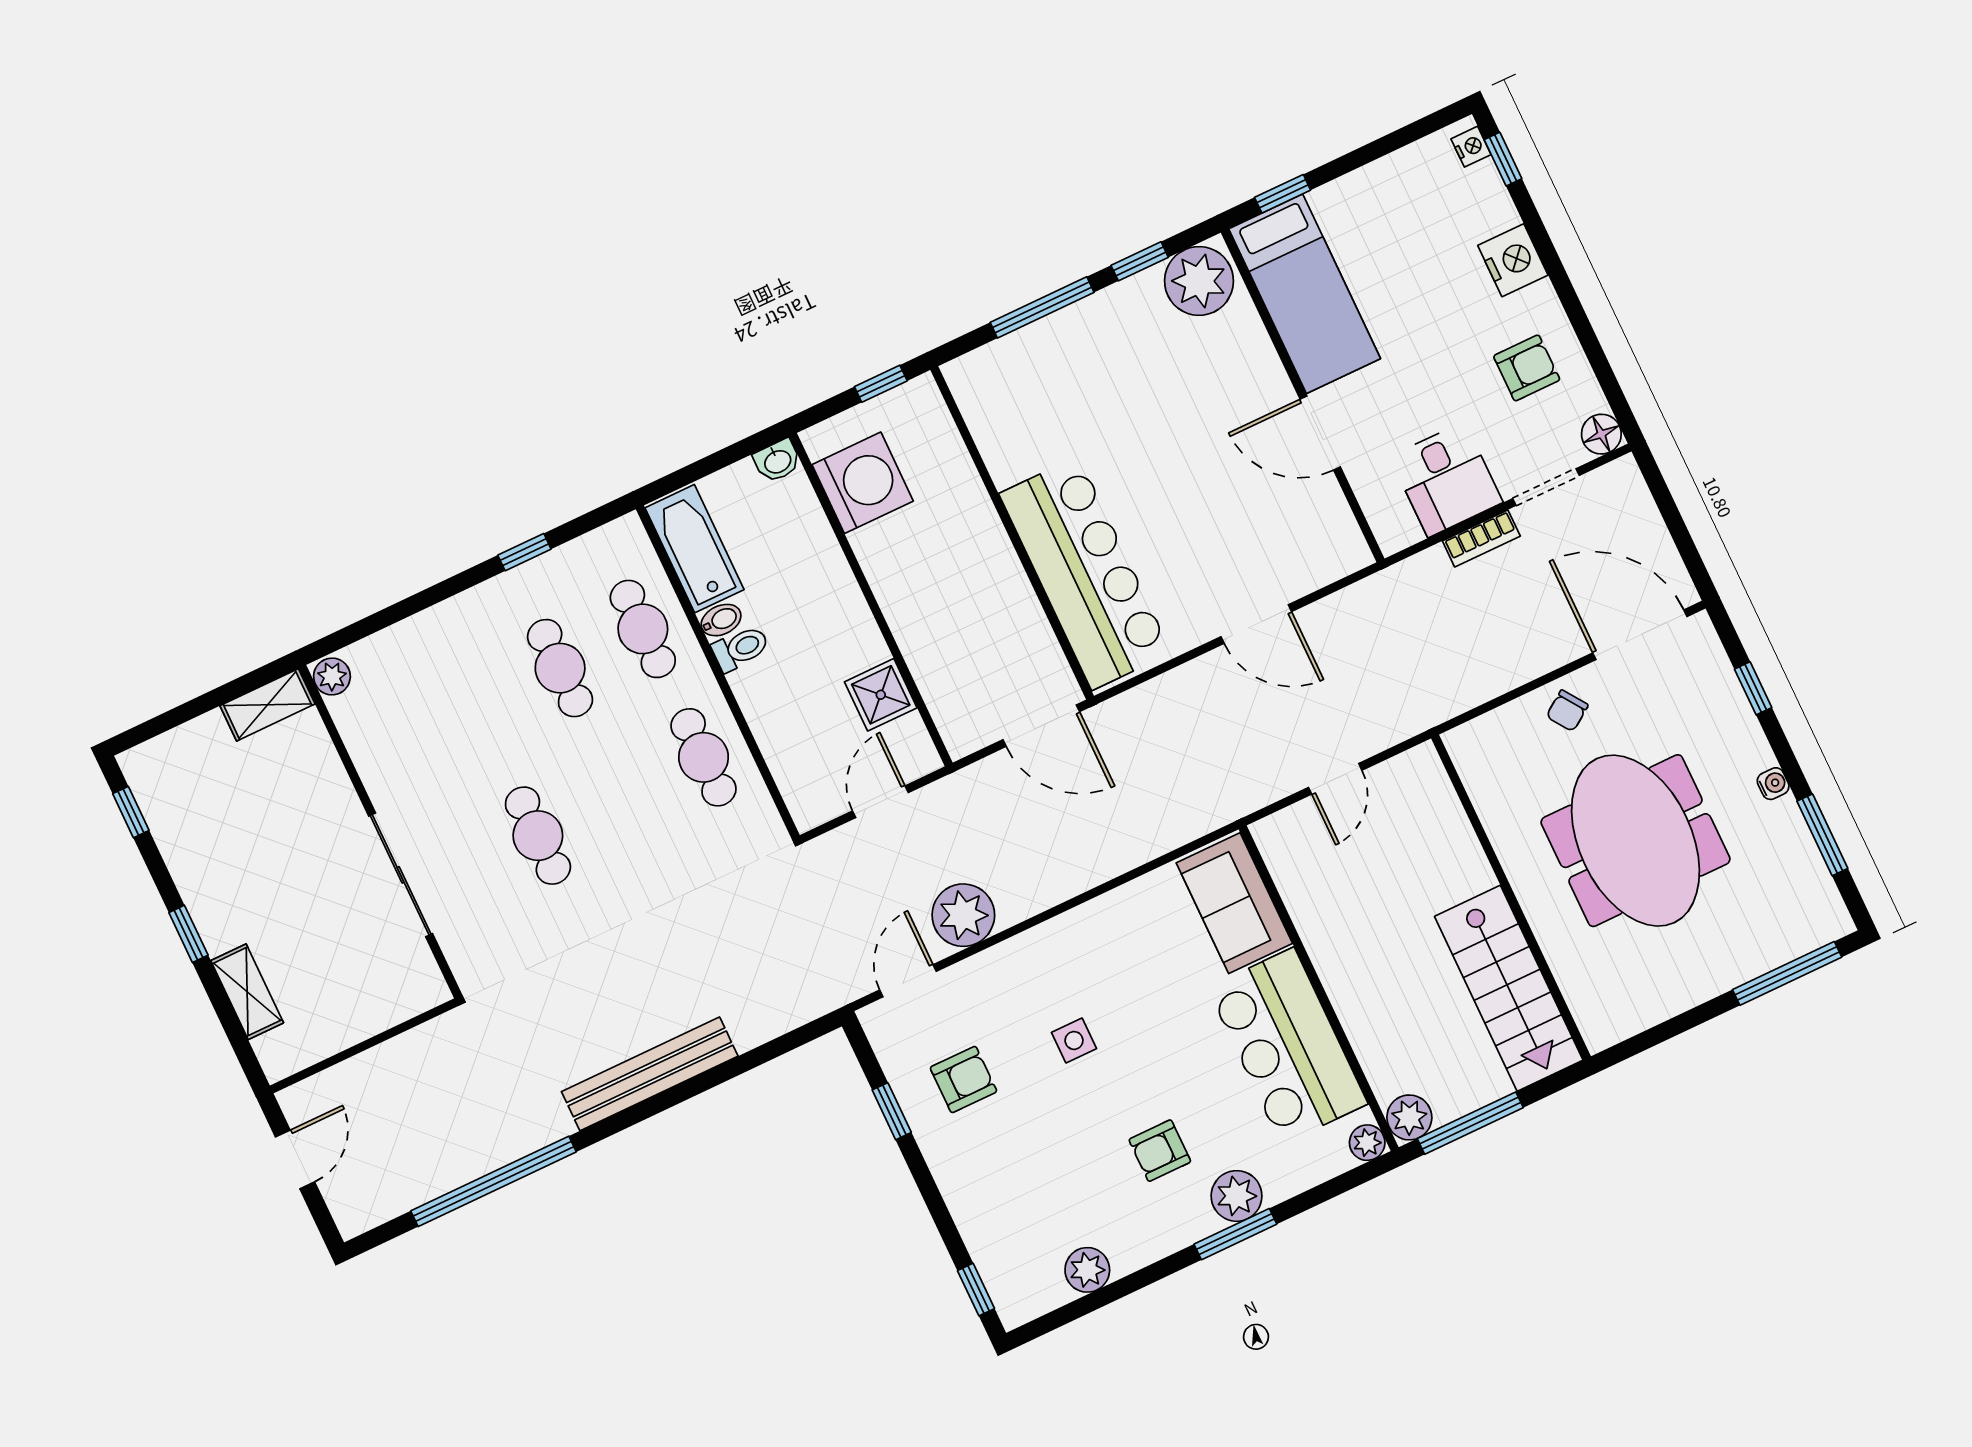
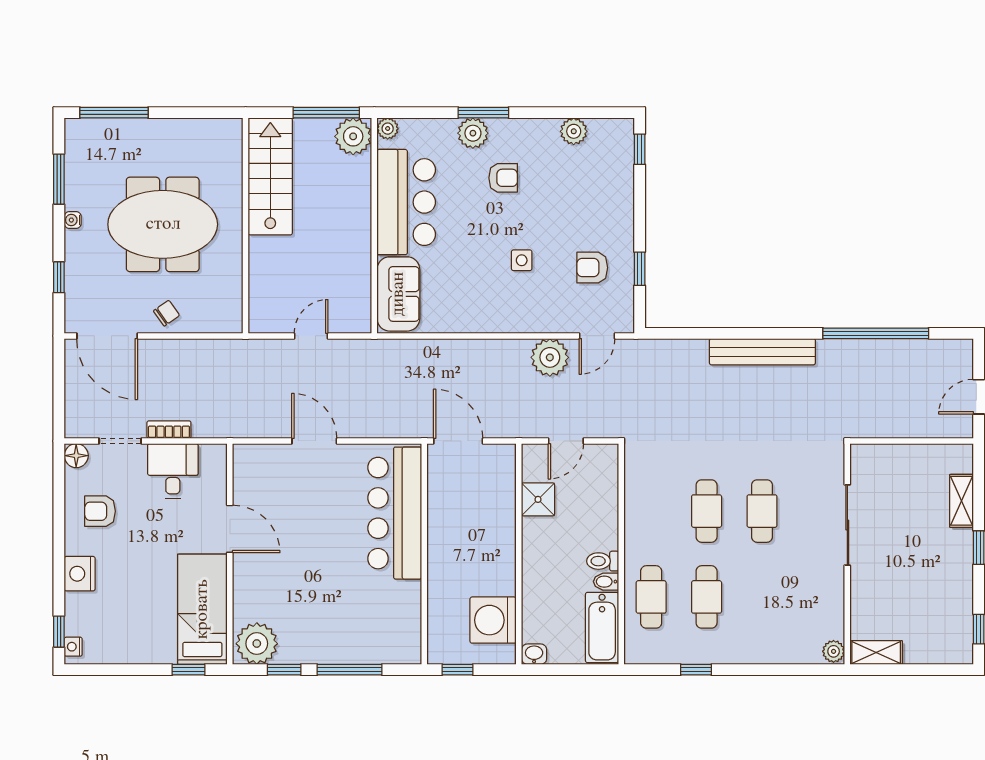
cafe table: (704, 757) -> (707, 511), moved
meeting table: (1636, 841) -> (163, 224), turned 90
plant: (1409, 1117) -> (353, 136), width x1.36, depth x1.36

